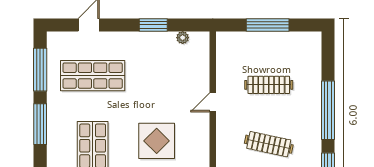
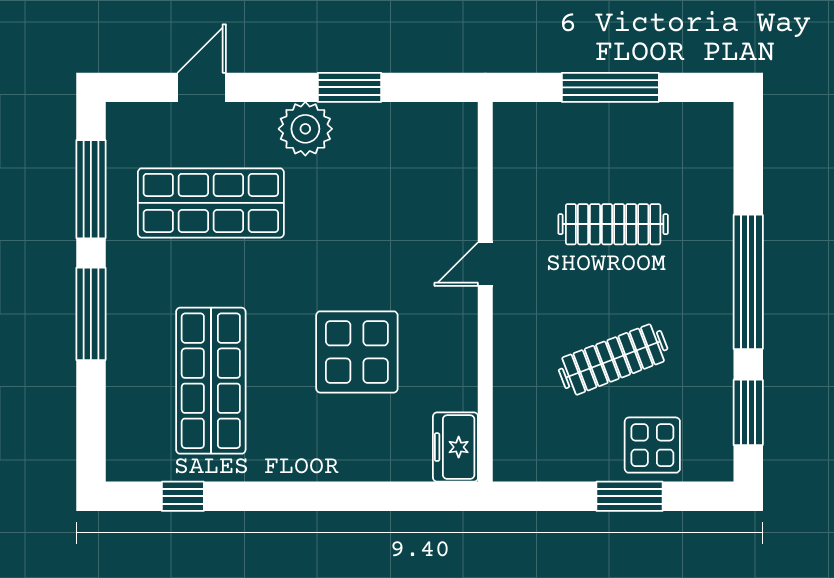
plant: (183, 38) -> (305, 129), moved, width x1.88, depth x1.88
clothes rail: (269, 144) -> (613, 359), turned -33

